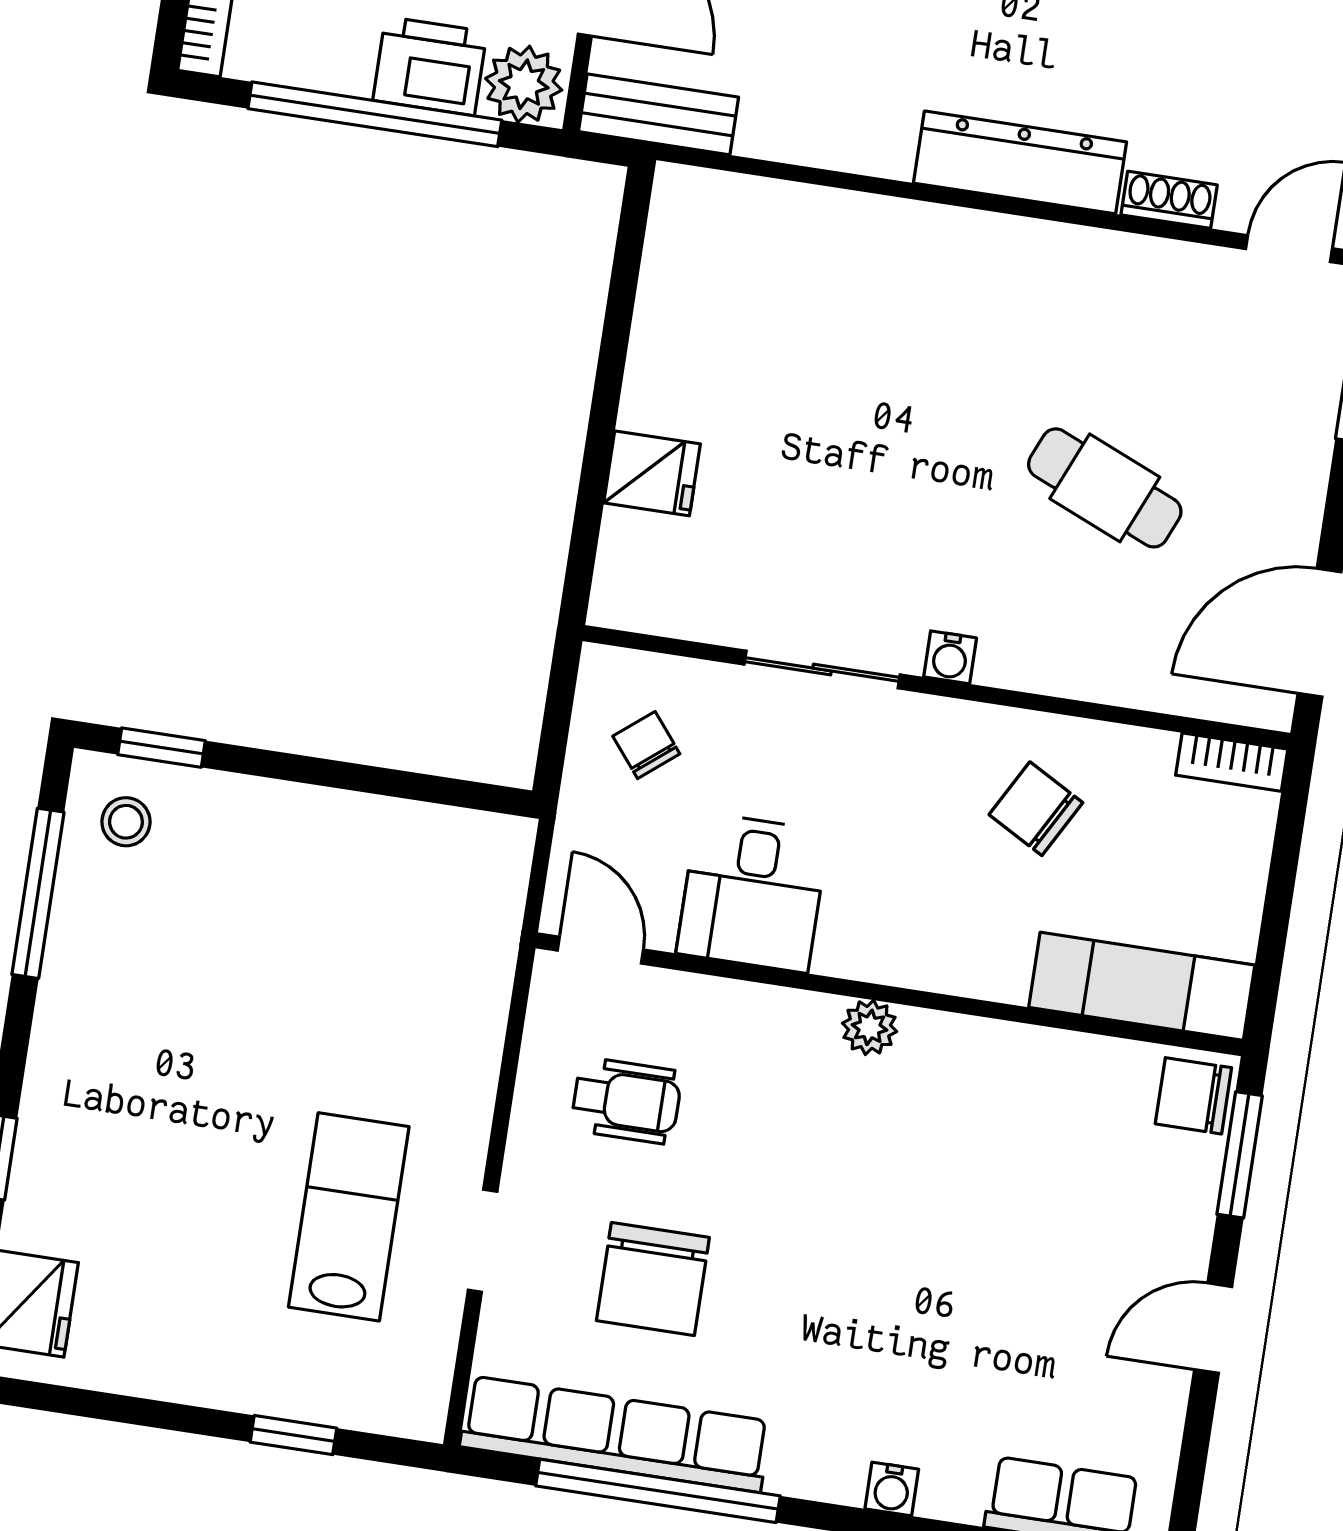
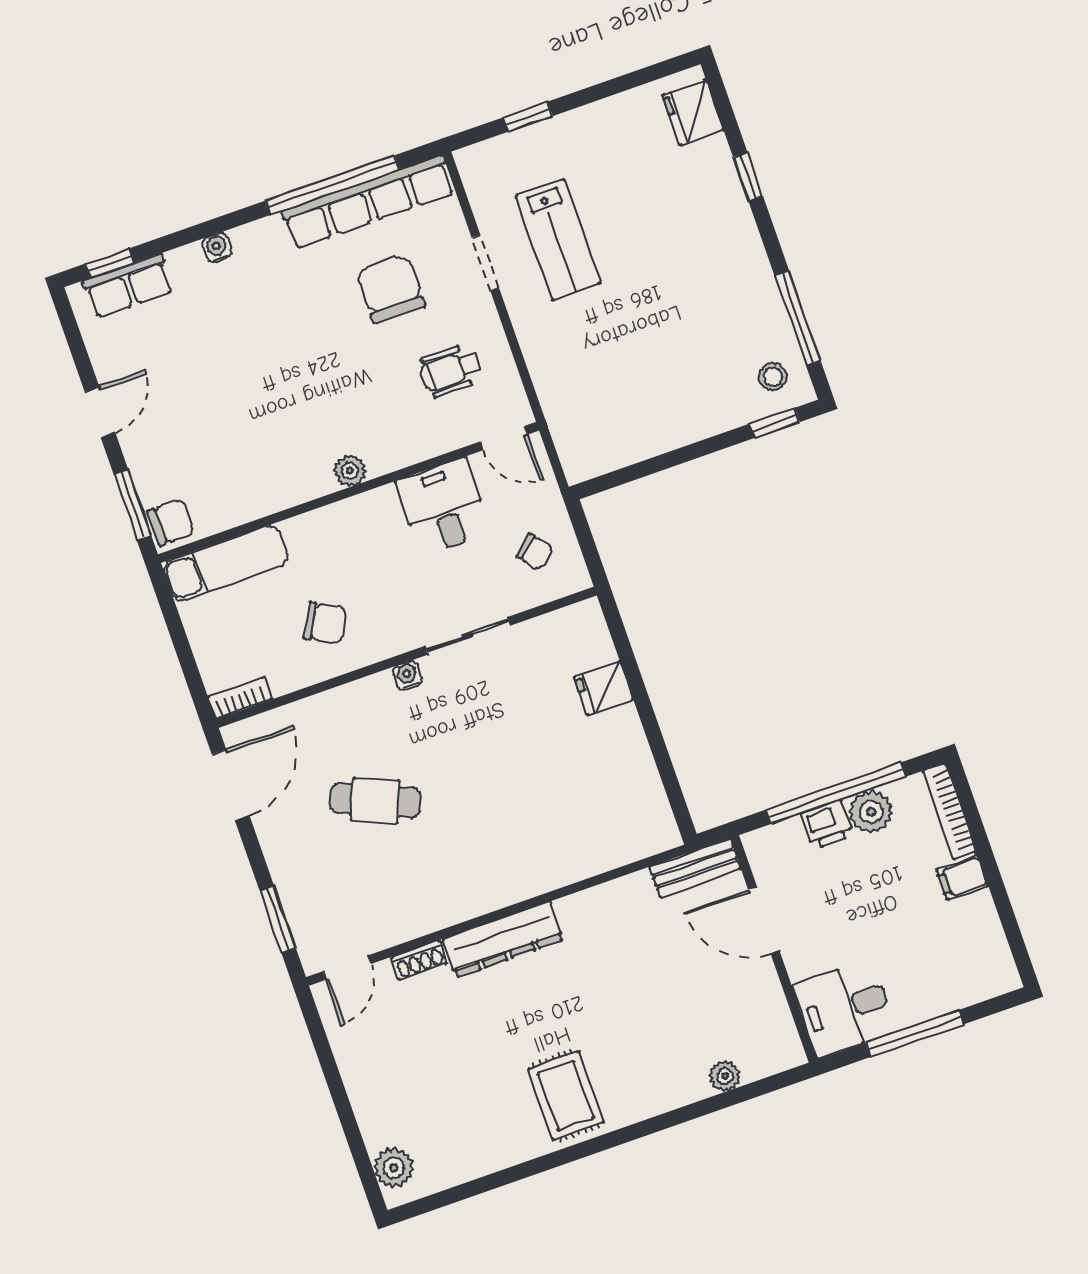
printer: (430, 66) -> (827, 825), width x0.73, depth x0.81
plant: (524, 84) -> (871, 812), moved

